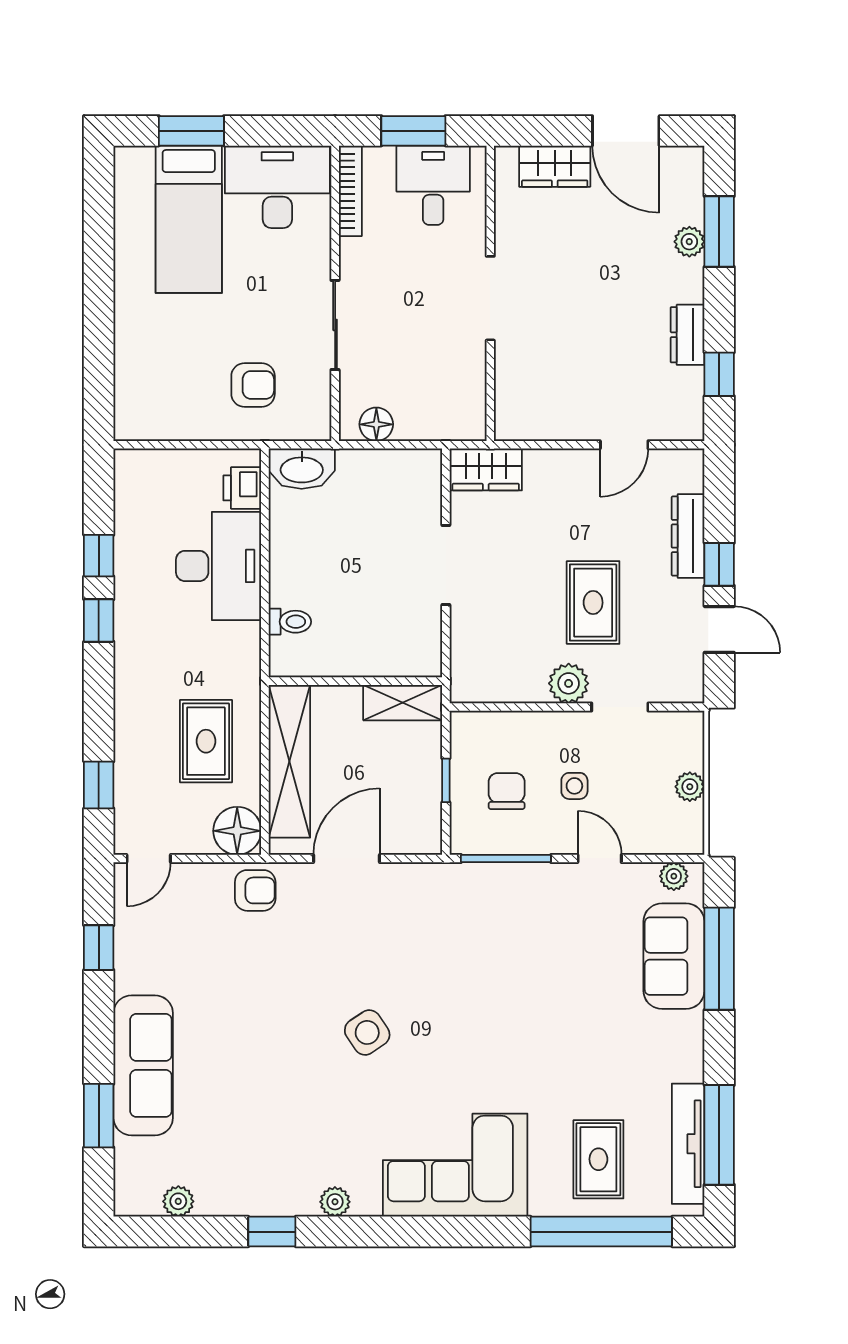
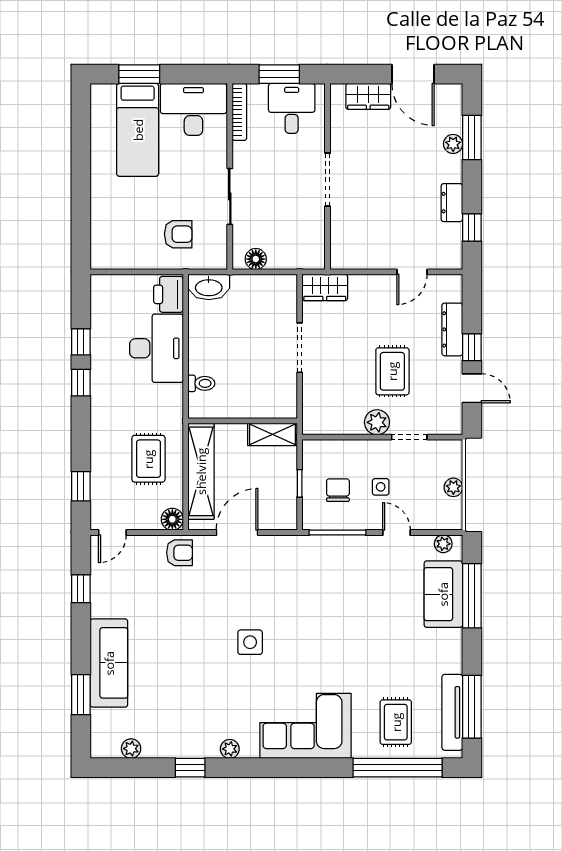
printer: (242, 488) -> (168, 294), width x1.36, depth x1.24
floor lamp: (237, 831) -> (172, 519), width x0.73, depth x0.73
side table: (367, 1032) -> (250, 642), turned 34

